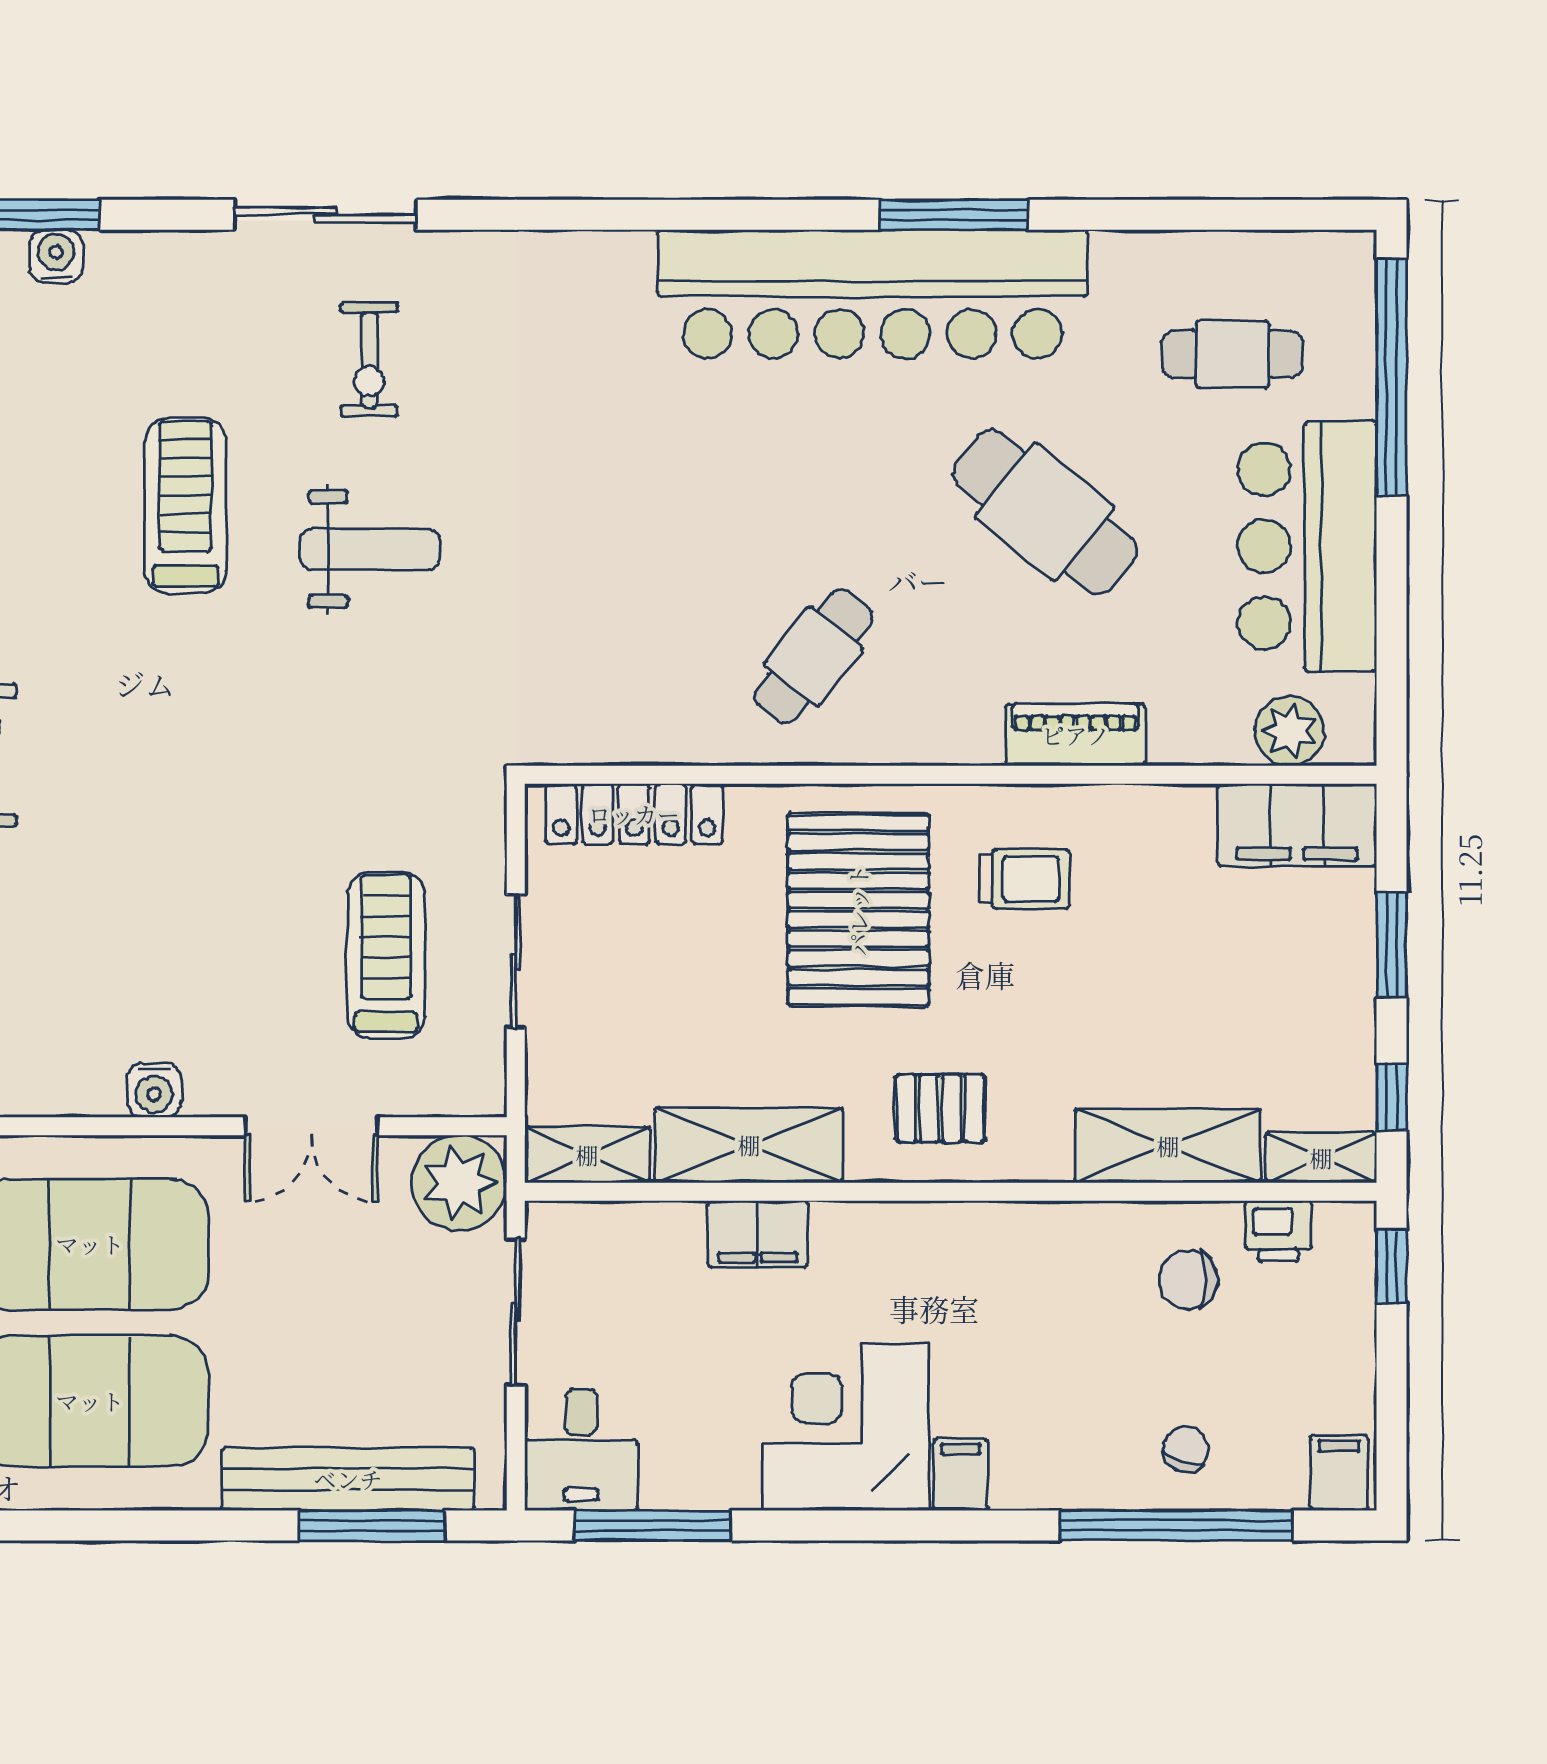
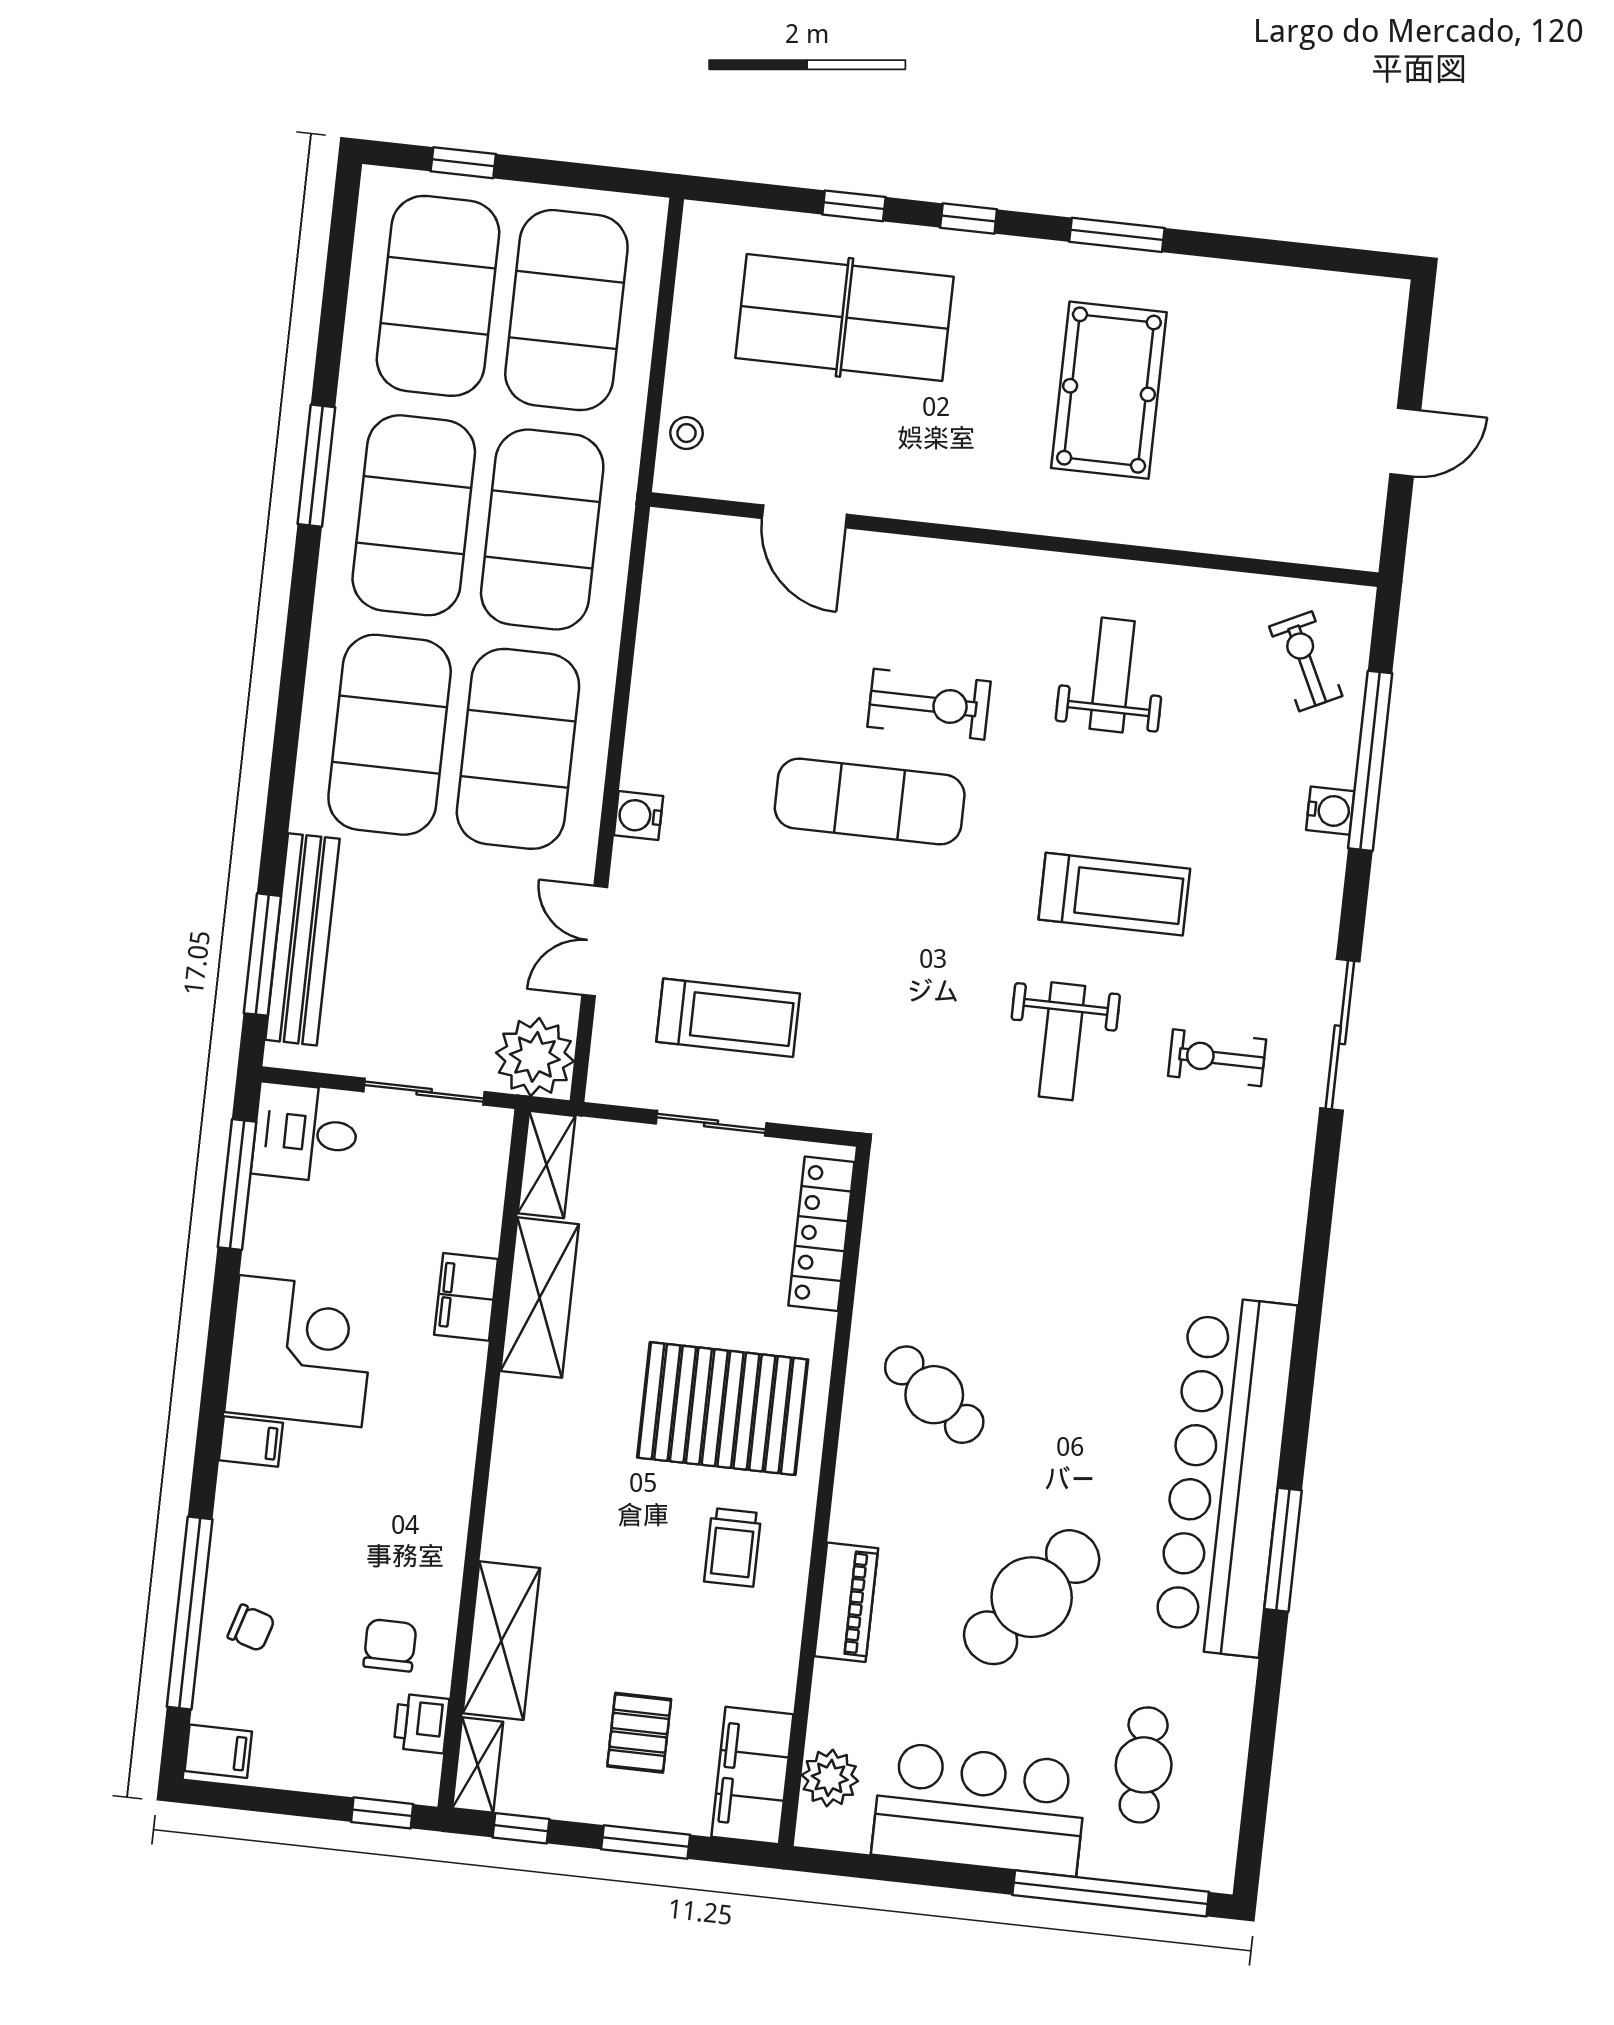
exercise mat: (106, 813) -> (870, 802), added
pallet: (940, 1108) -> (639, 1733), moved

